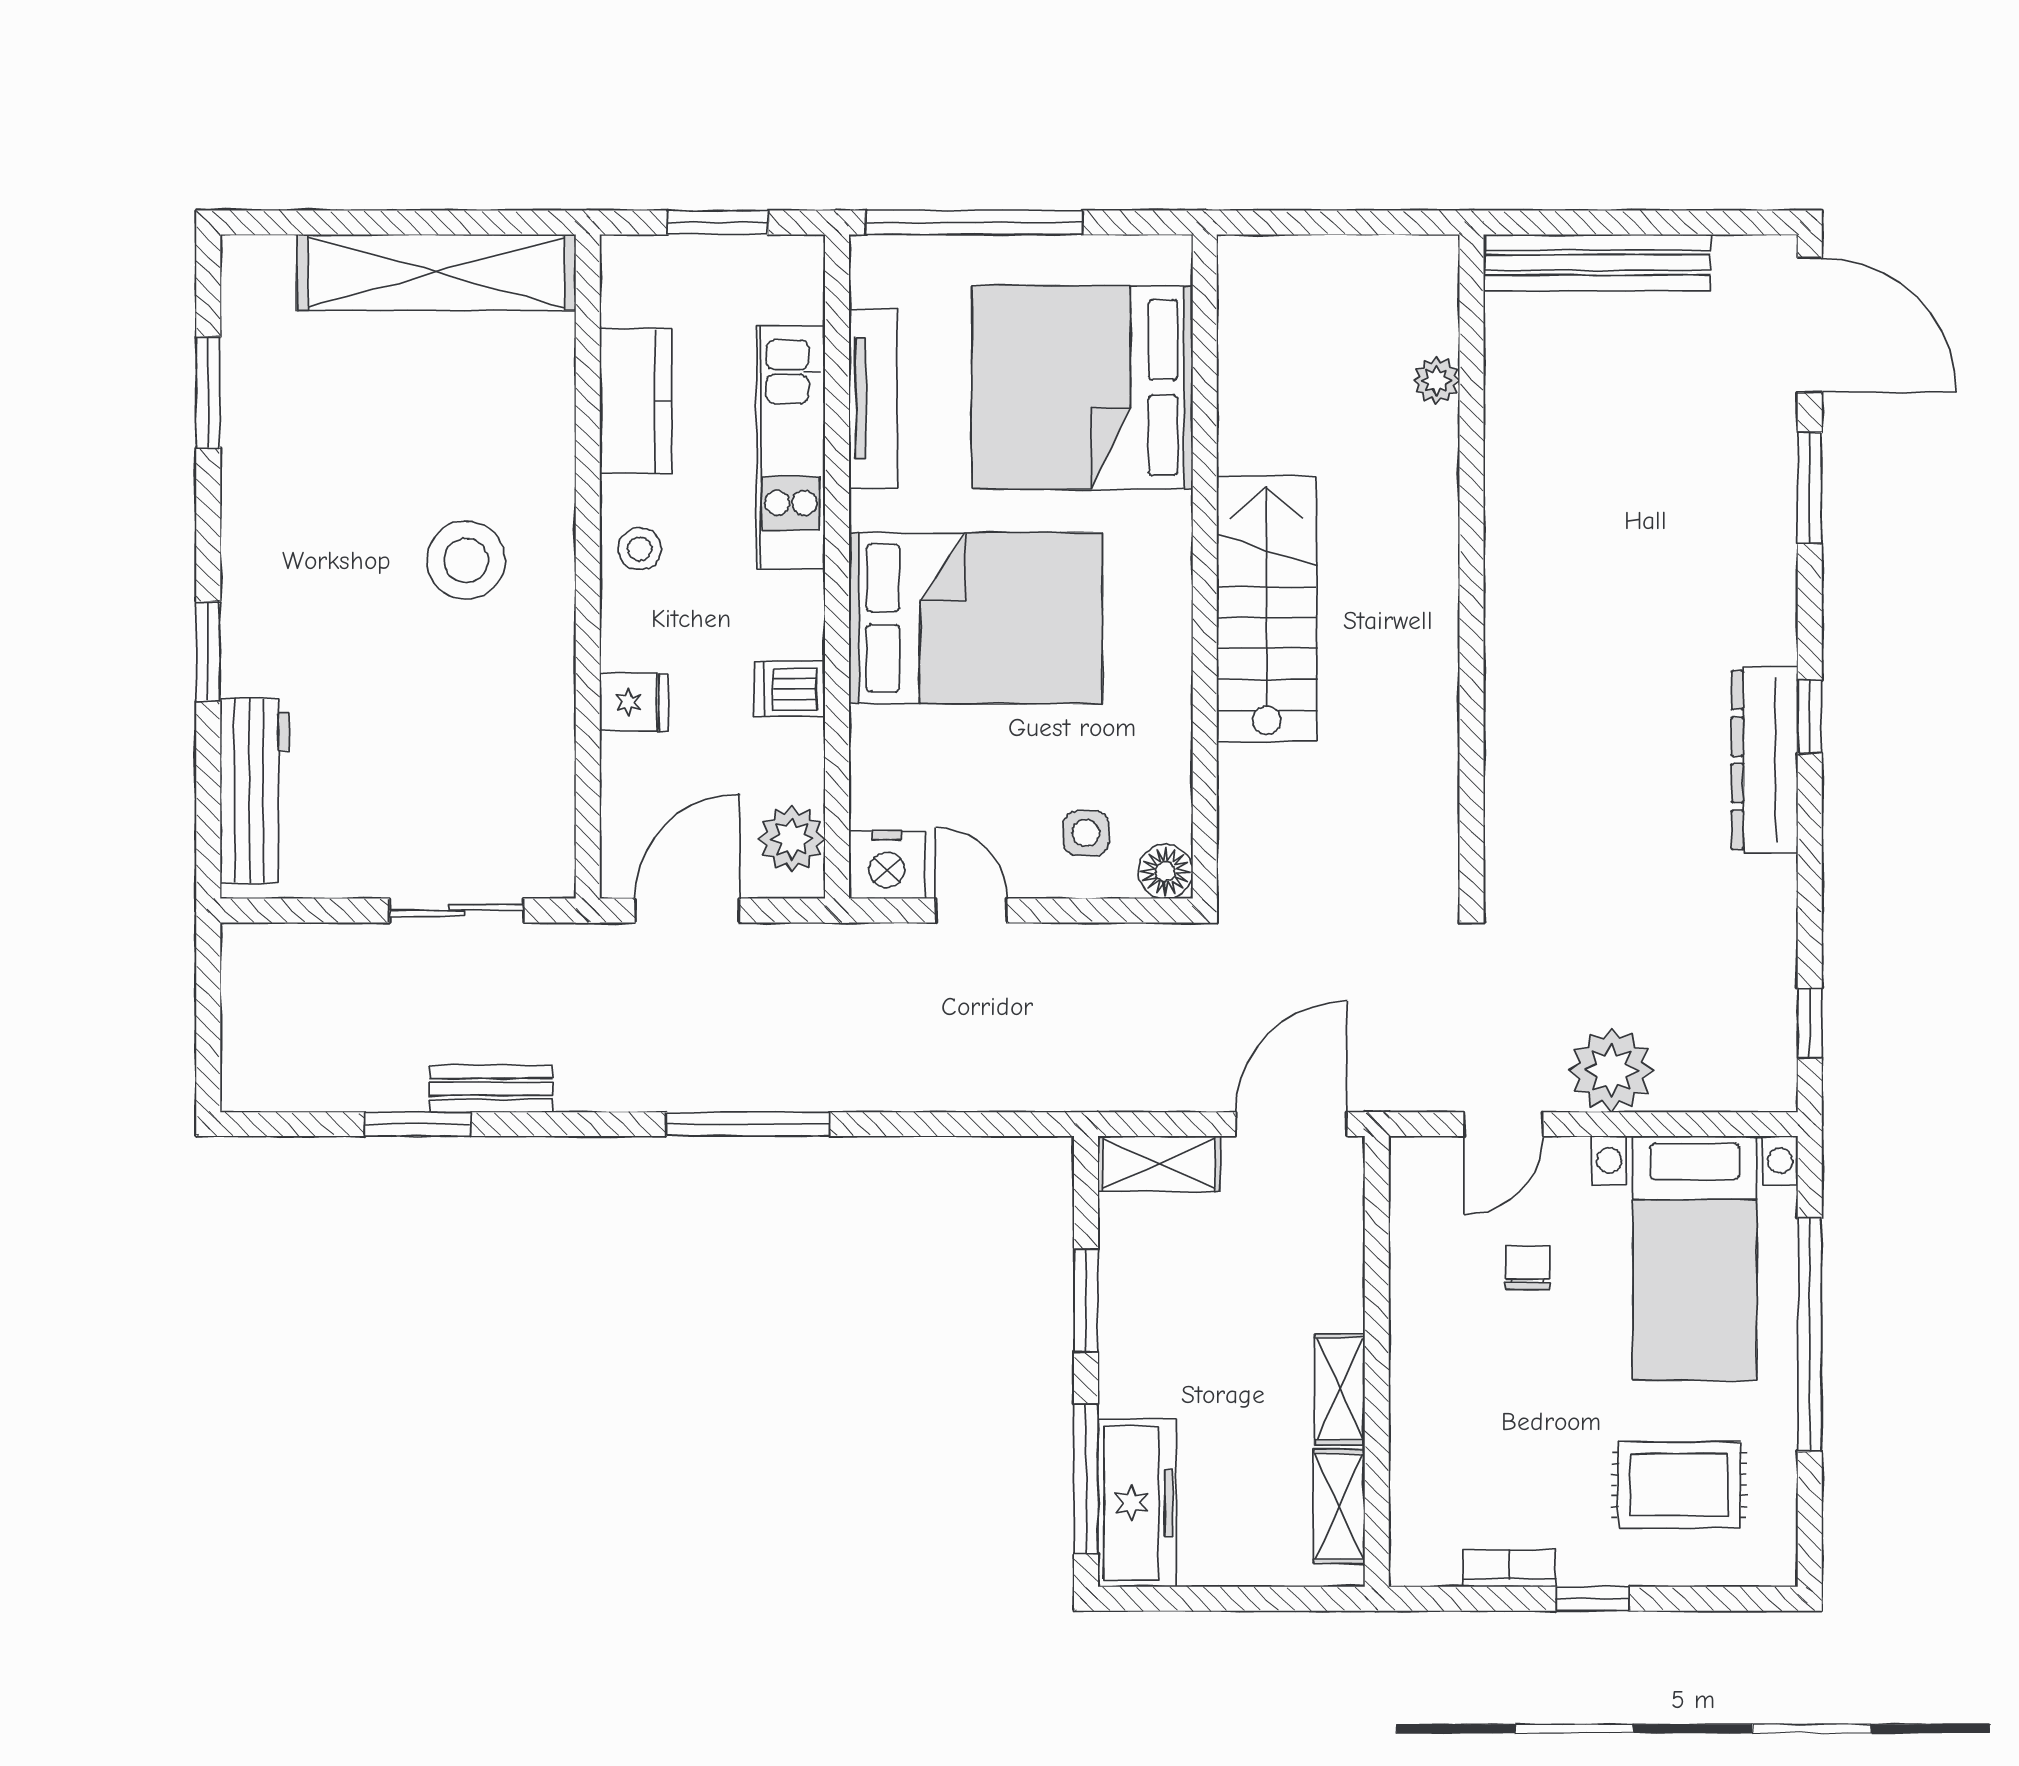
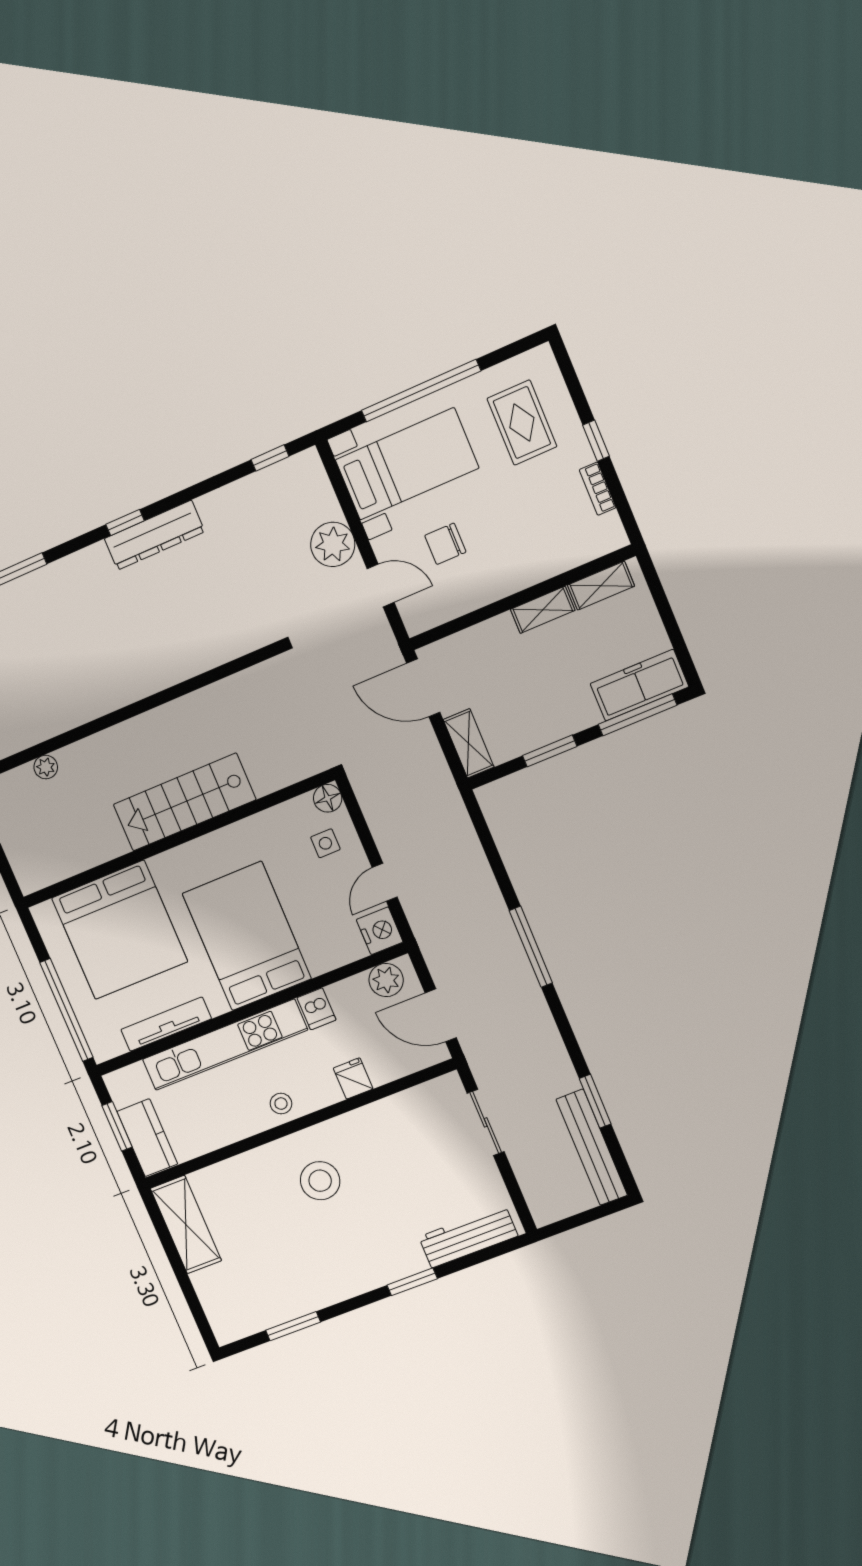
shelving: (436, 272) -> (186, 1224), width x0.68
kitchen counter: (636, 401) -> (147, 1138), moved, turned 90
kitchen unit: (791, 447) -> (225, 1045), width x1.36
bench: (491, 1089) -> (592, 1147), moved, width x1.86, depth x1.21
chair: (1527, 1267) -> (445, 544), width x1.37, depth x1.37

